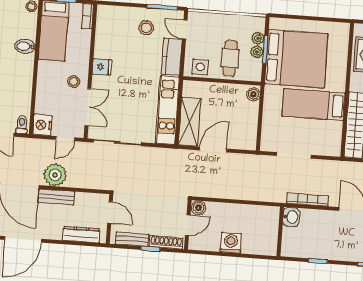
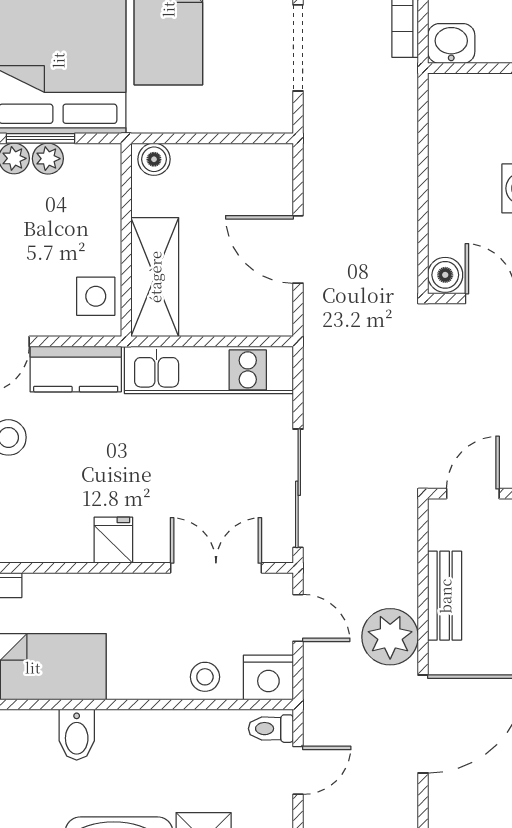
cafe table: (230, 58) -> (69, 224), removed
stool: (74, 82) -> (205, 677), moved
shelving: (190, 122) -> (155, 277), moved, turned 90
bench: (56, 197) -> (445, 596), moved

